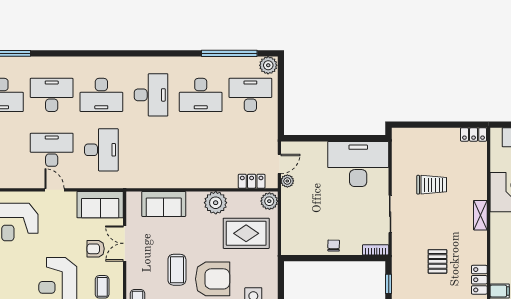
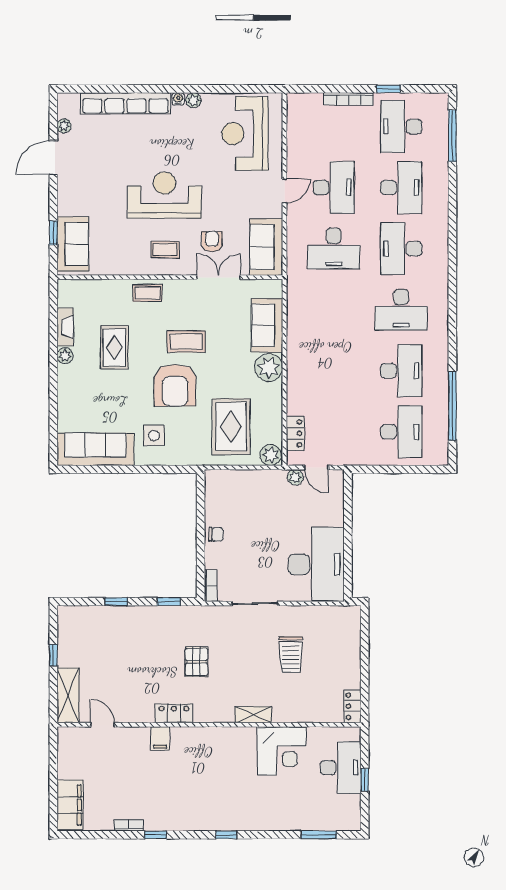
plant: (268, 65) -> (438, 454), removed
desk: (201, 95) -> (401, 371), turned 180
plant: (216, 203) -> (269, 368), moved
pallet: (437, 261) -> (196, 662), turned 90

